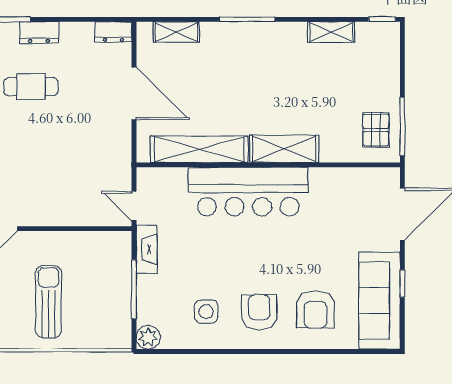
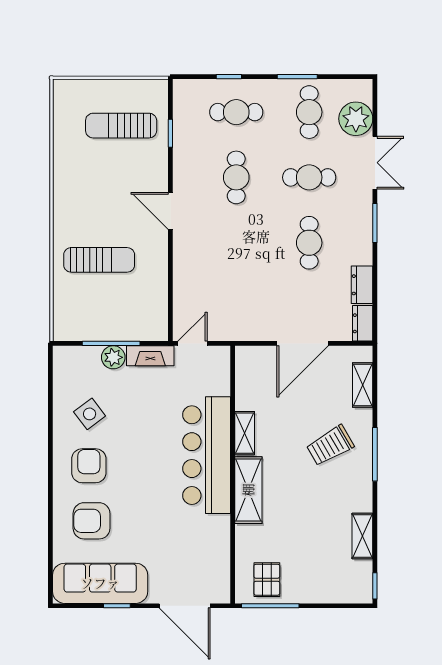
dresser: (39, 32) -> (362, 285), moved
trolley: (238, 65) -> (330, 445), added
pallet: (376, 130) -> (267, 580), turned 90
shelving: (199, 149) -> (245, 433), width x0.45, depth x0.75
side table: (206, 311) -> (90, 414), turned -37
armchair: (259, 312) -> (89, 466), turned -90
plant: (148, 337) -> (113, 357), moved

